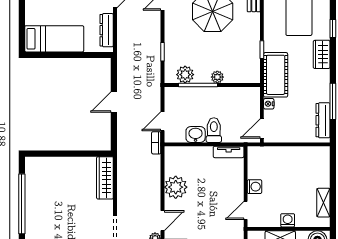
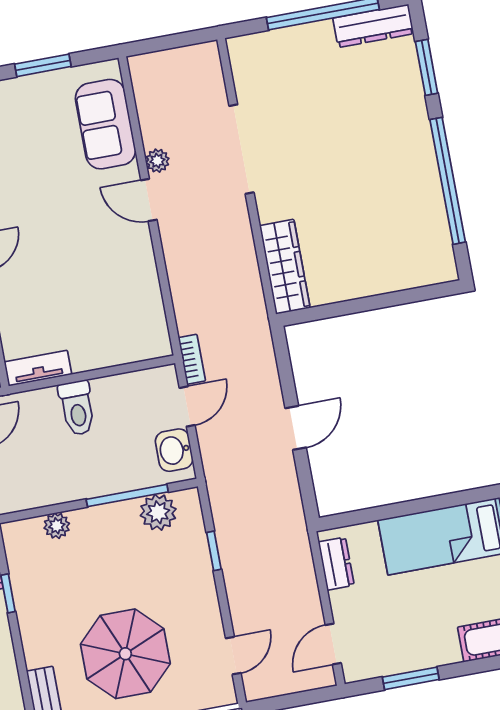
dresser: (107, 30) -> (336, 564), width x0.70
plant: (217, 77) -> (57, 526), moved
washbasin: (196, 134) -> (174, 450), moved, turned 90
plant: (176, 187) -> (134, 275), removed
door: (162, 221) -> (149, 200), hinge flipped

